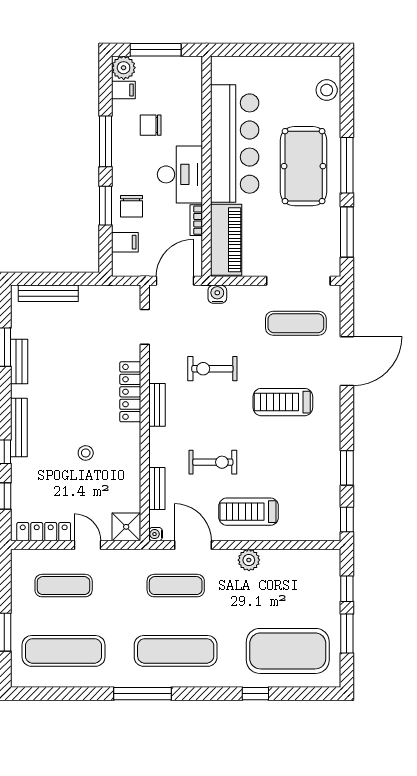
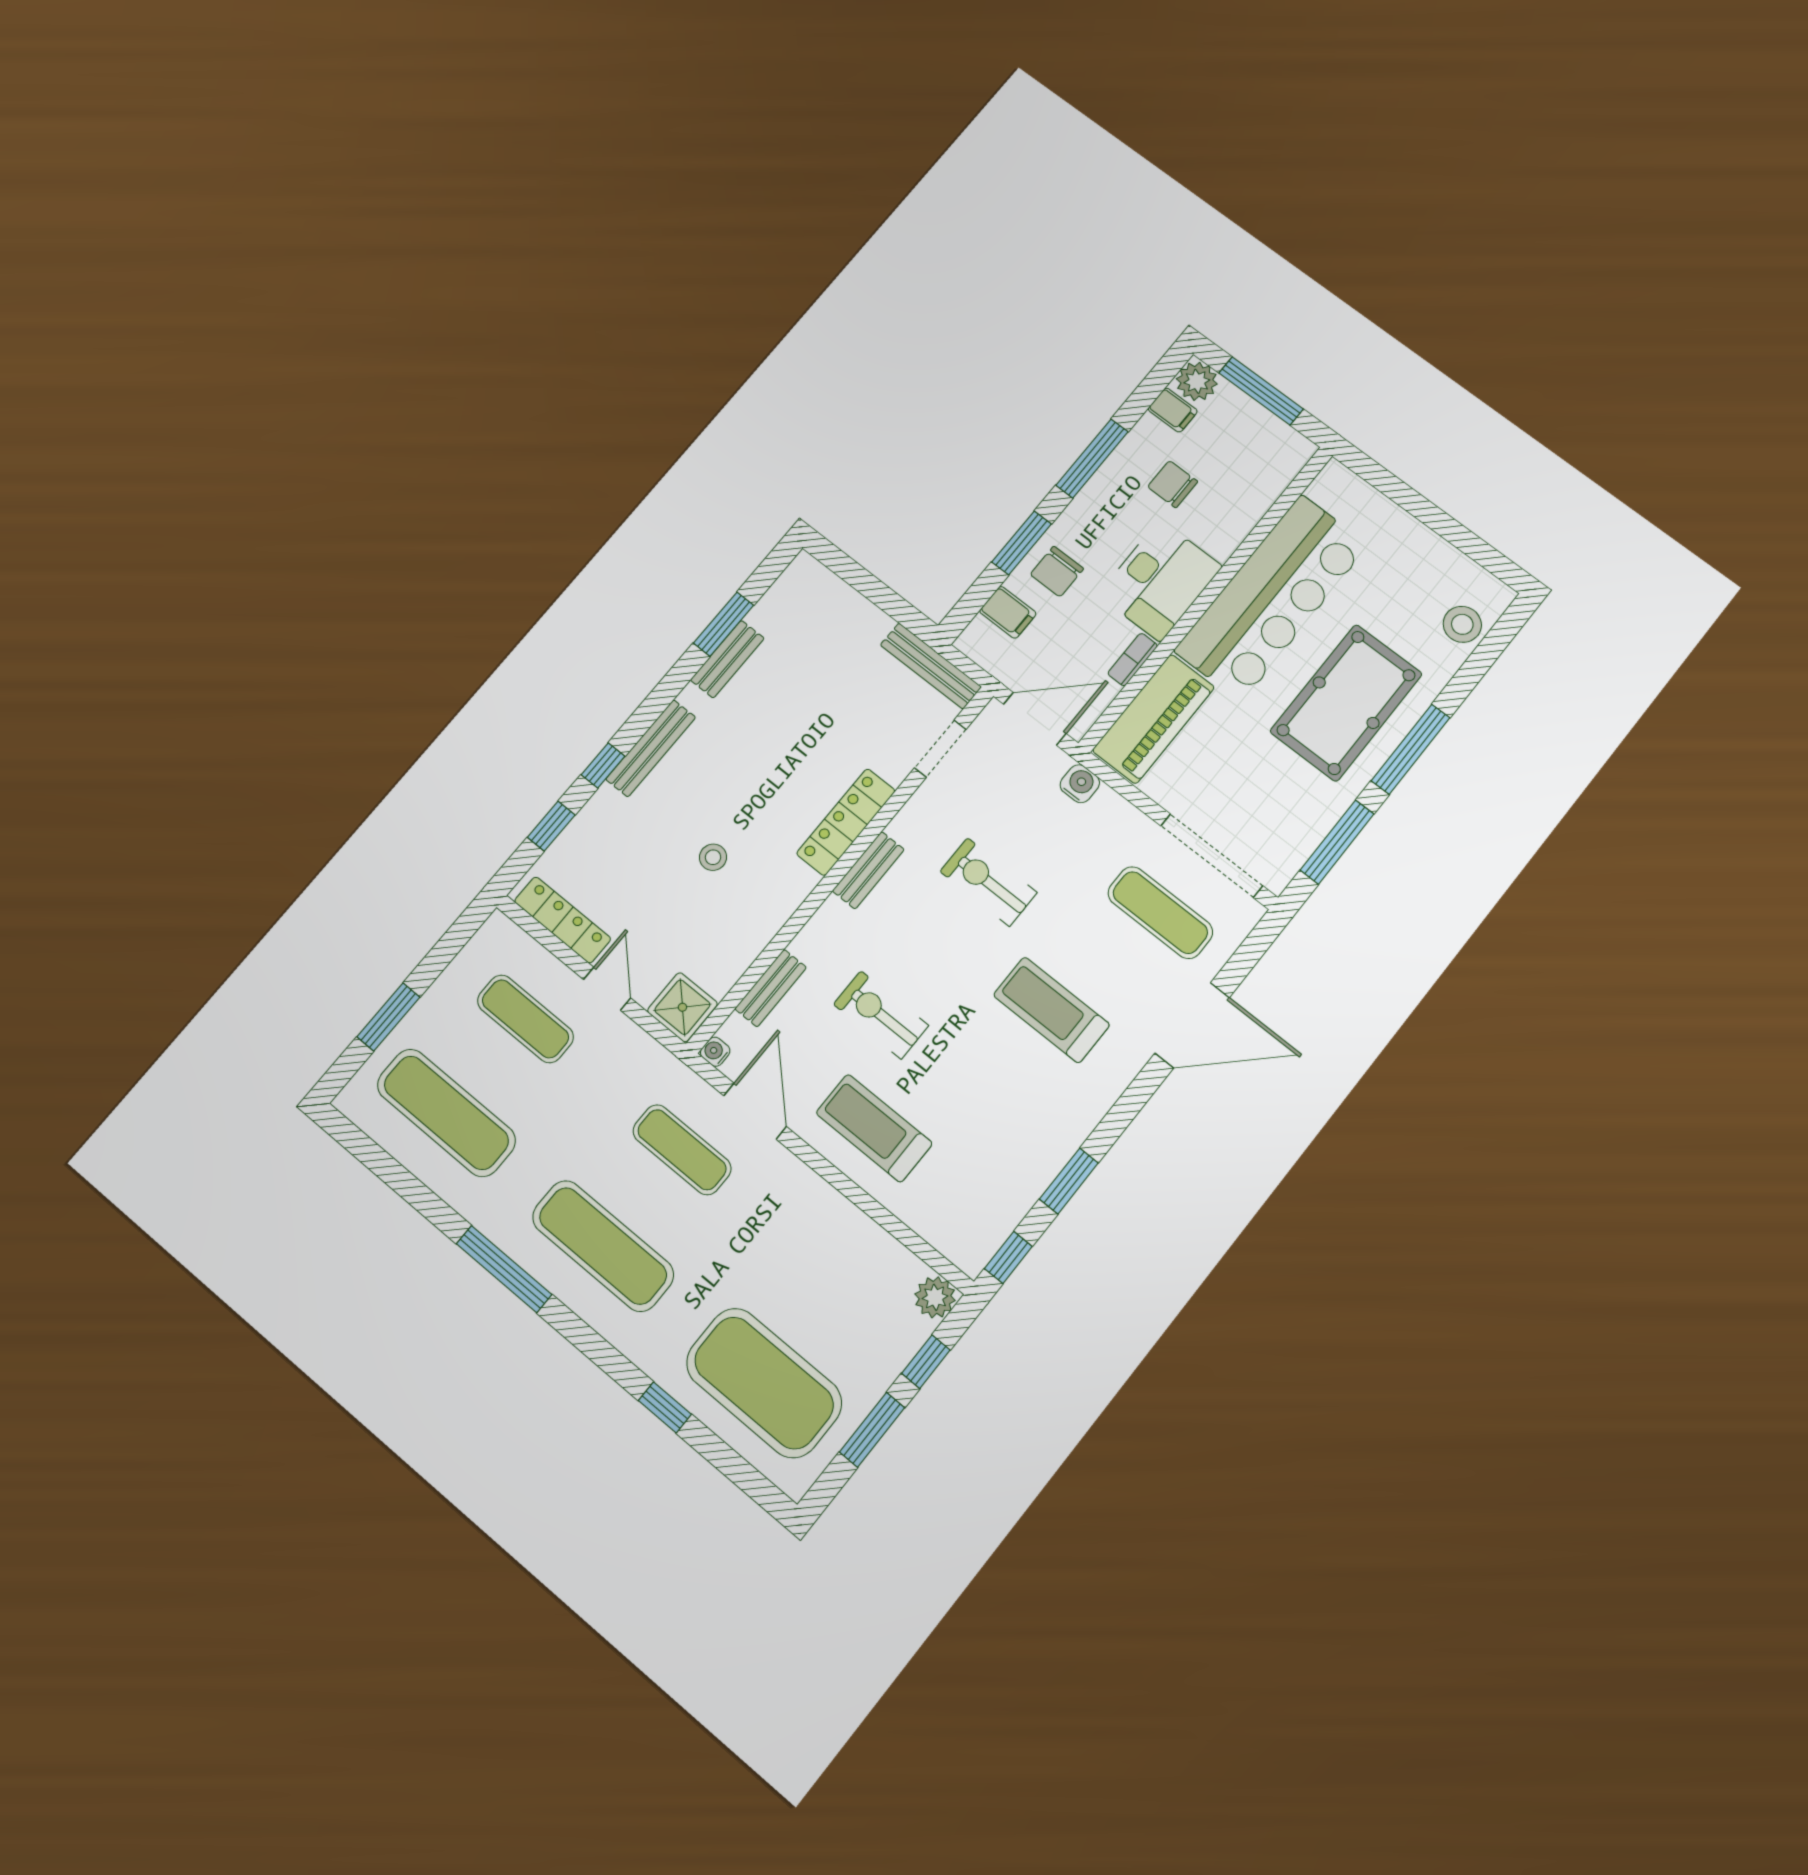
bench: (48, 293) -> (931, 666), moved
exercise bike: (213, 462) -> (881, 1015), turned 180
plant: (249, 560) -> (935, 1297), moved

